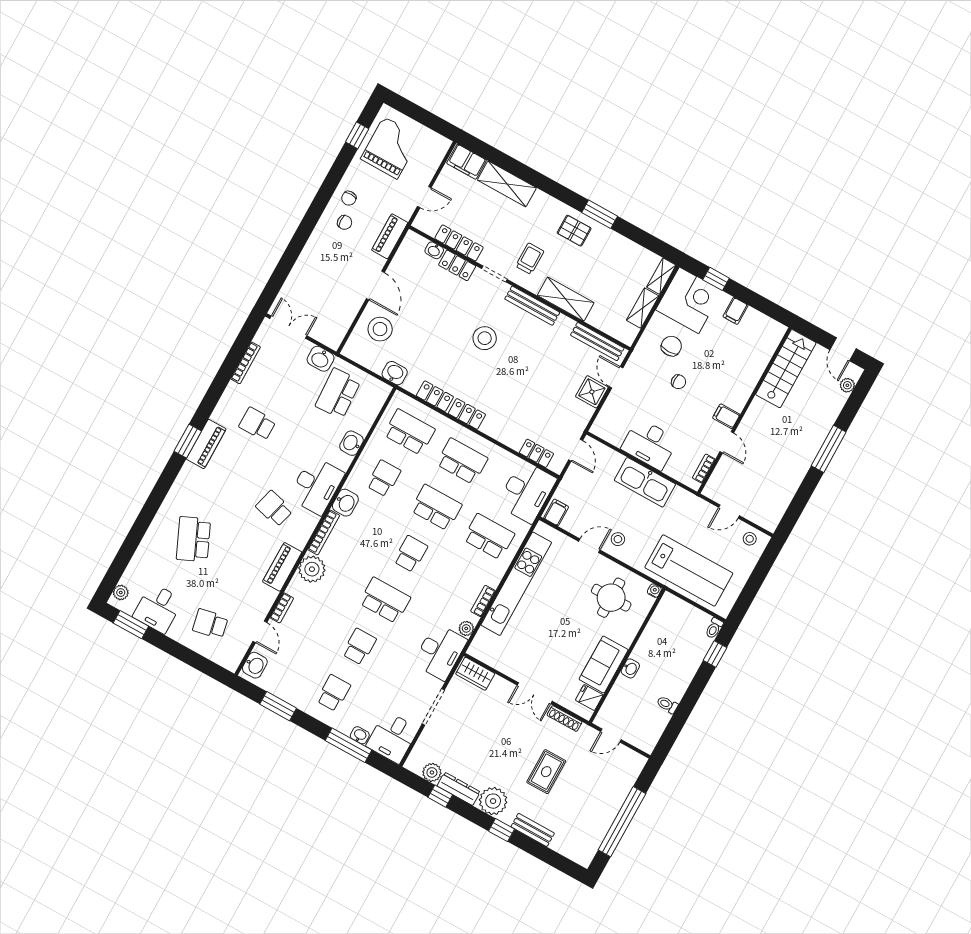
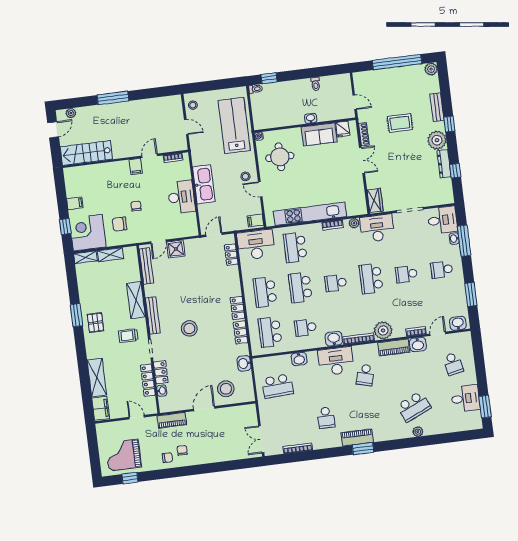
washbasin: (321, 359) -> (418, 344), moved, turned 90
plant: (121, 592) -> (418, 432), moved
plant: (432, 772) -> (431, 69), moved

